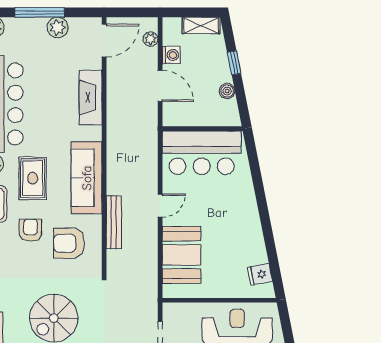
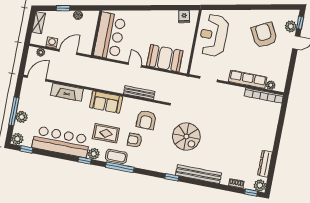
plant: (58, 27) -> (22, 117), moved
door: (104, 41) -> (37, 78), hinge flipped
sofa: (87, 178) -> (106, 102), width x0.73

